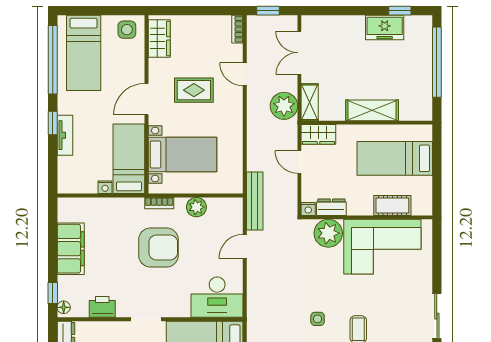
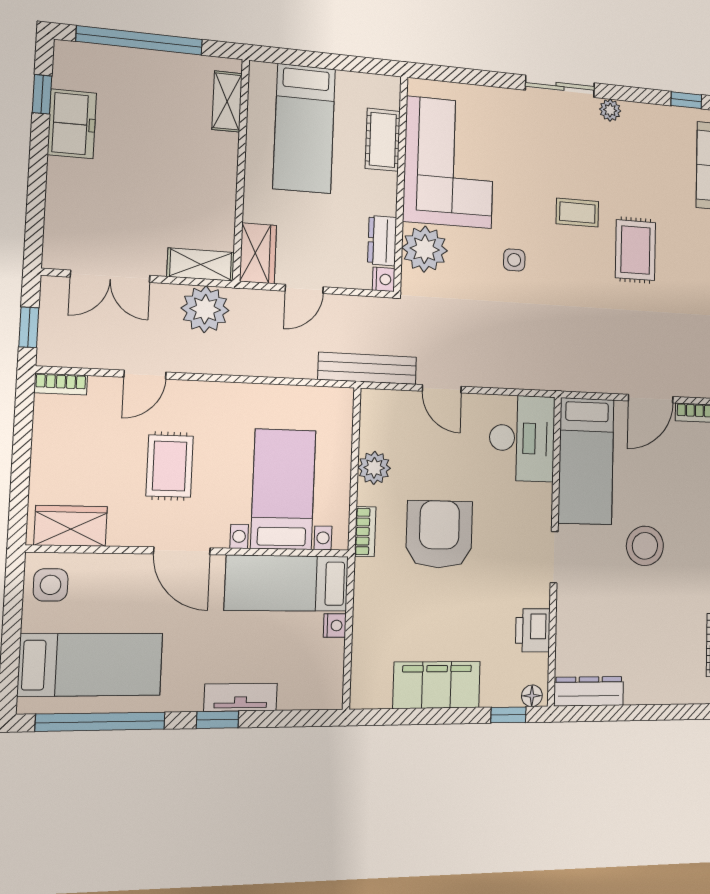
shelving: (372, 110) -> (227, 101), moved, width x0.67, depth x0.75
side table: (318, 319) -> (514, 260), moved

